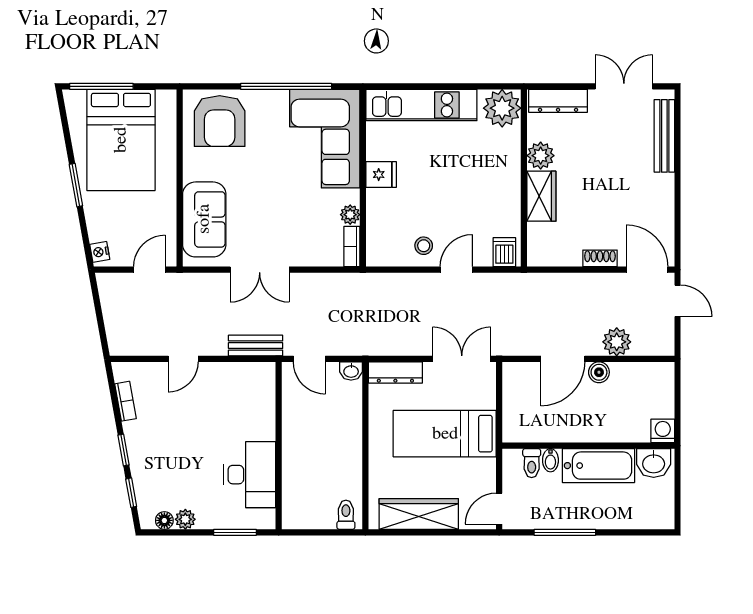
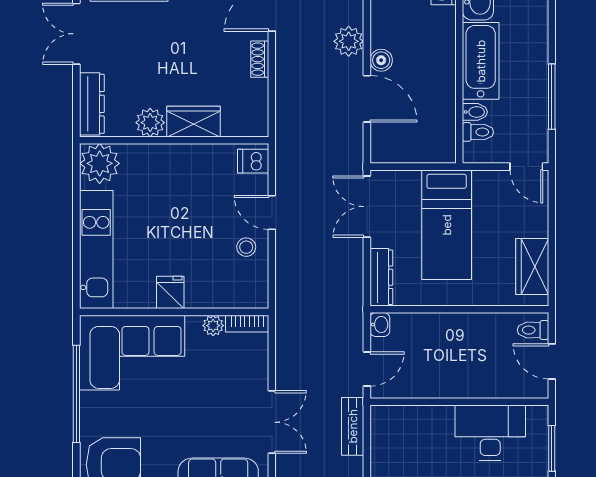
wardrobe: (419, 514) -> (532, 267), width x0.67
door: (316, 532) -> (552, 361), added

